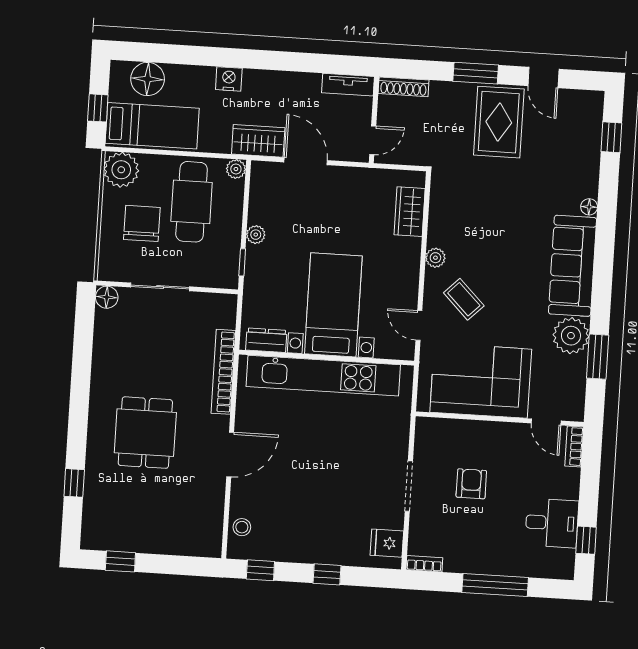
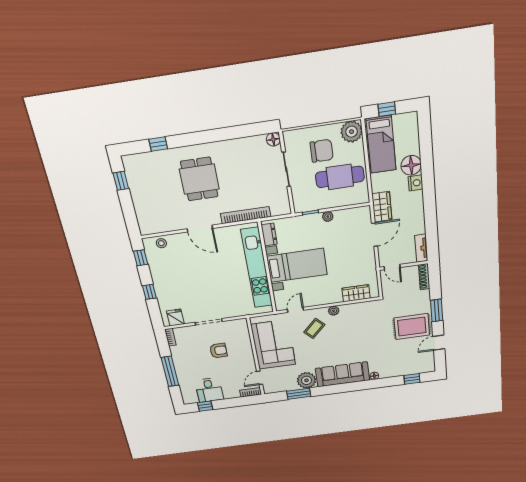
floor lamp: (148, 79) -> (411, 165), moved
plant: (236, 169) -> (364, 198), removed
dining table: (145, 433) -> (199, 179), turned 90

